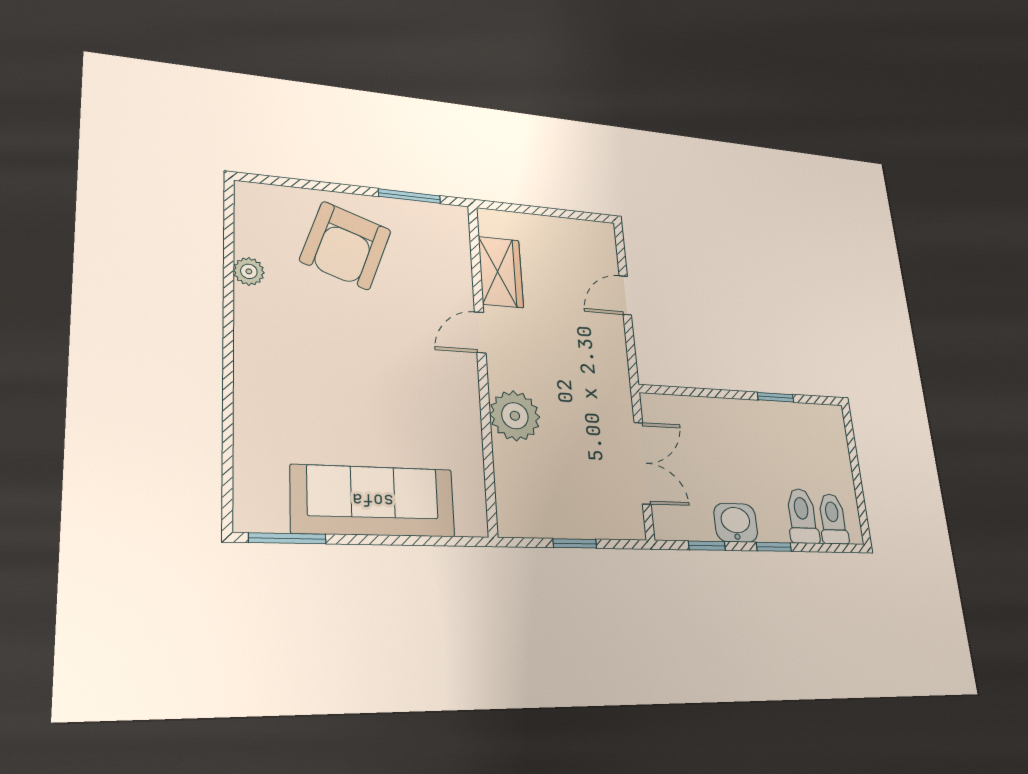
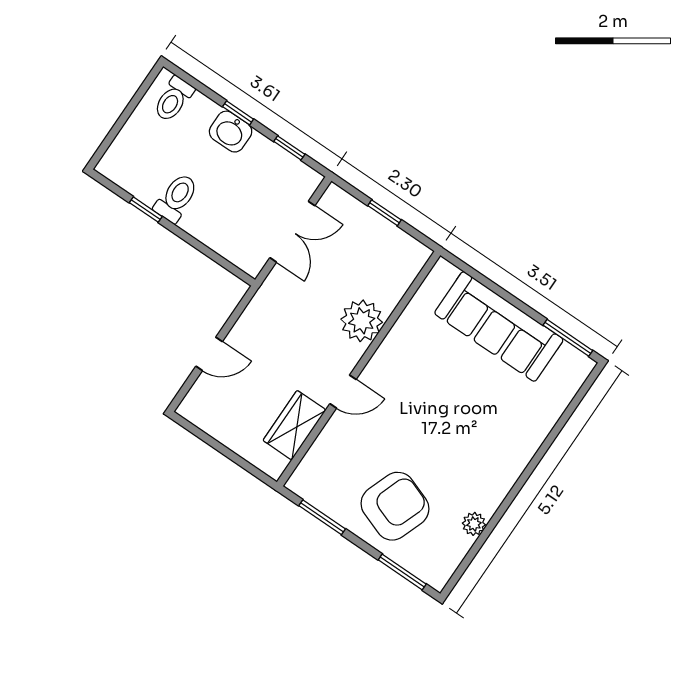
window: (290, 182) -> (402, 572), added
double door: (643, 463) -> (292, 232), swing flipped
toilet: (802, 516) -> (176, 198), moved, turned 180
washbasin: (736, 523) -> (231, 132), moved

